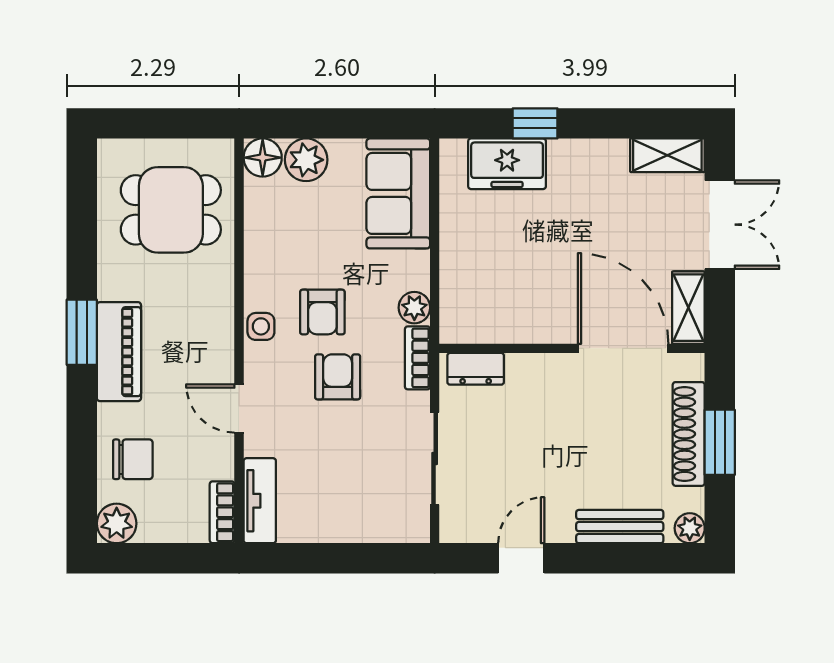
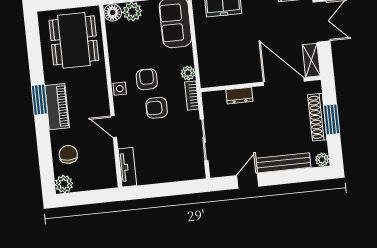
dining table: (171, 210) -> (74, 40), width x1.37
armchair: (322, 312) -> (147, 79), turned 180
dresser: (476, 369) -> (239, 96), moved
armchair: (338, 377) -> (157, 108), turned -90
chair: (133, 459) -> (68, 154), turned -90
bookcase: (222, 512) -> (111, 174), removed
bench: (620, 527) -> (283, 163), width x1.36

